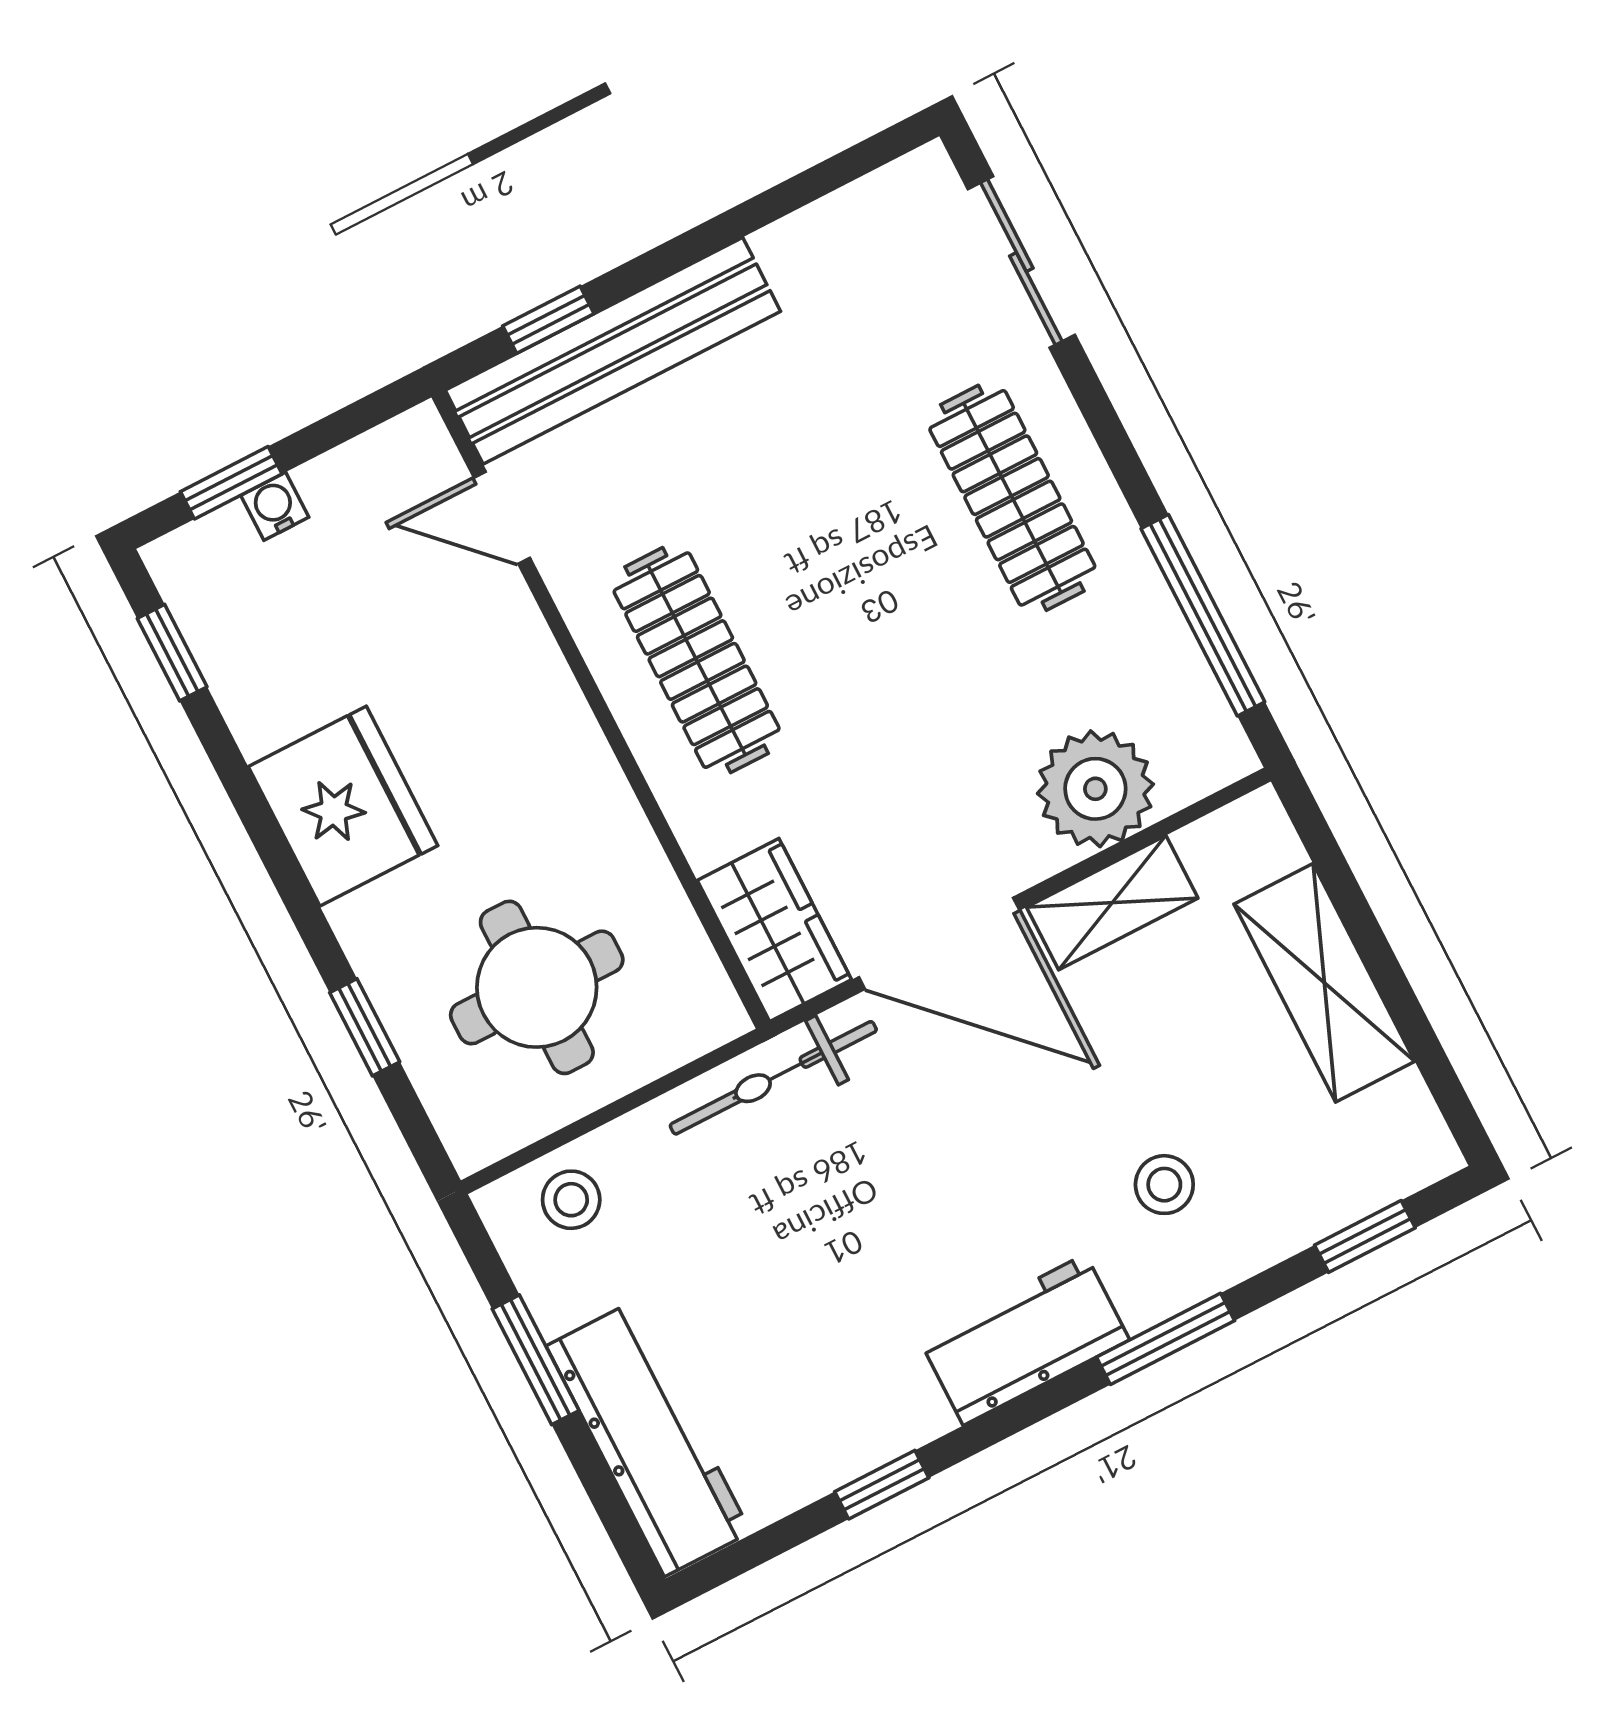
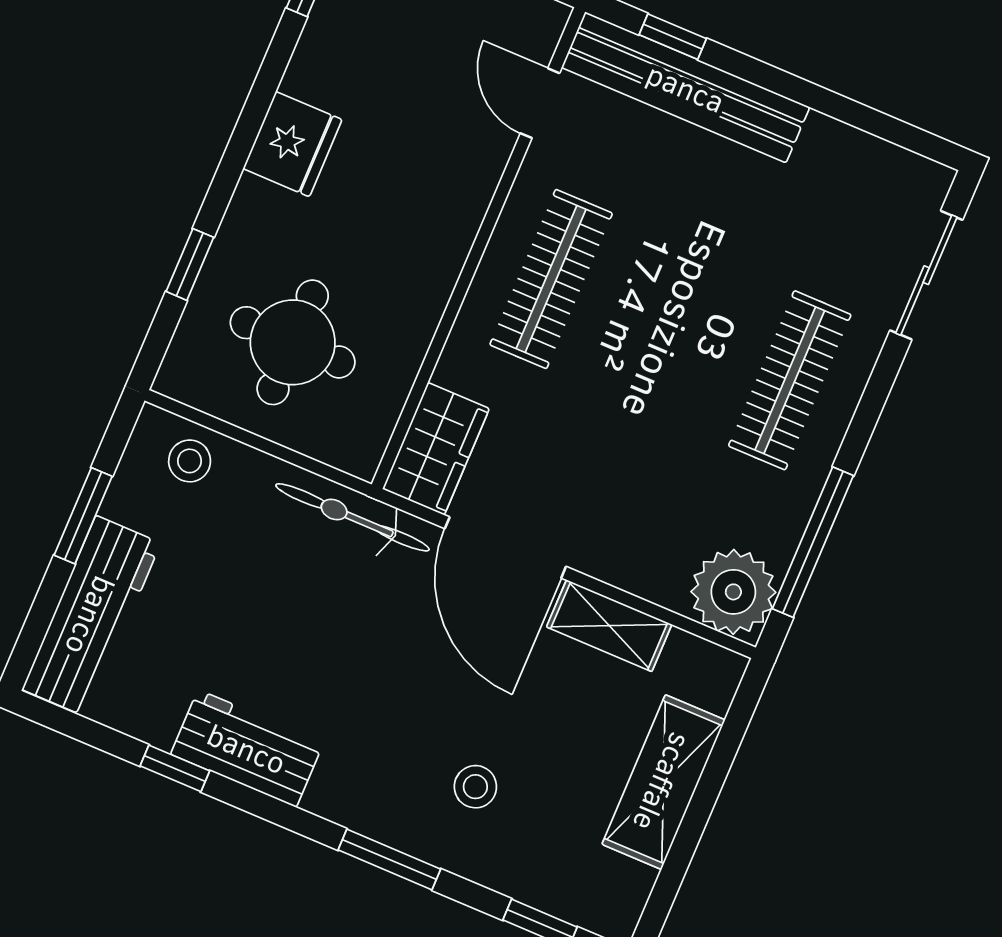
plant: (1095, 789) -> (733, 592), moved
fridge: (343, 806) -> (292, 144), width x0.73, depth x0.75
workbench: (1024, 1340) -> (247, 748), moved

